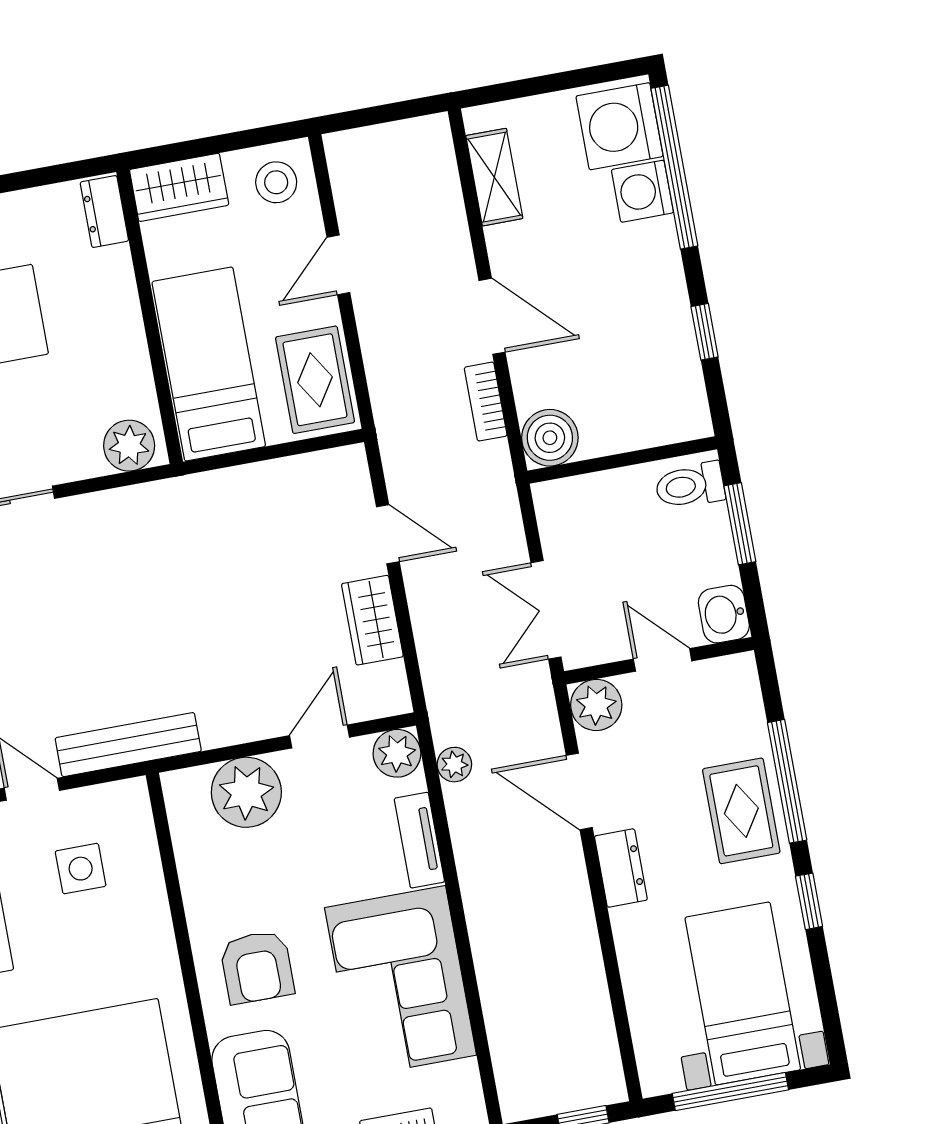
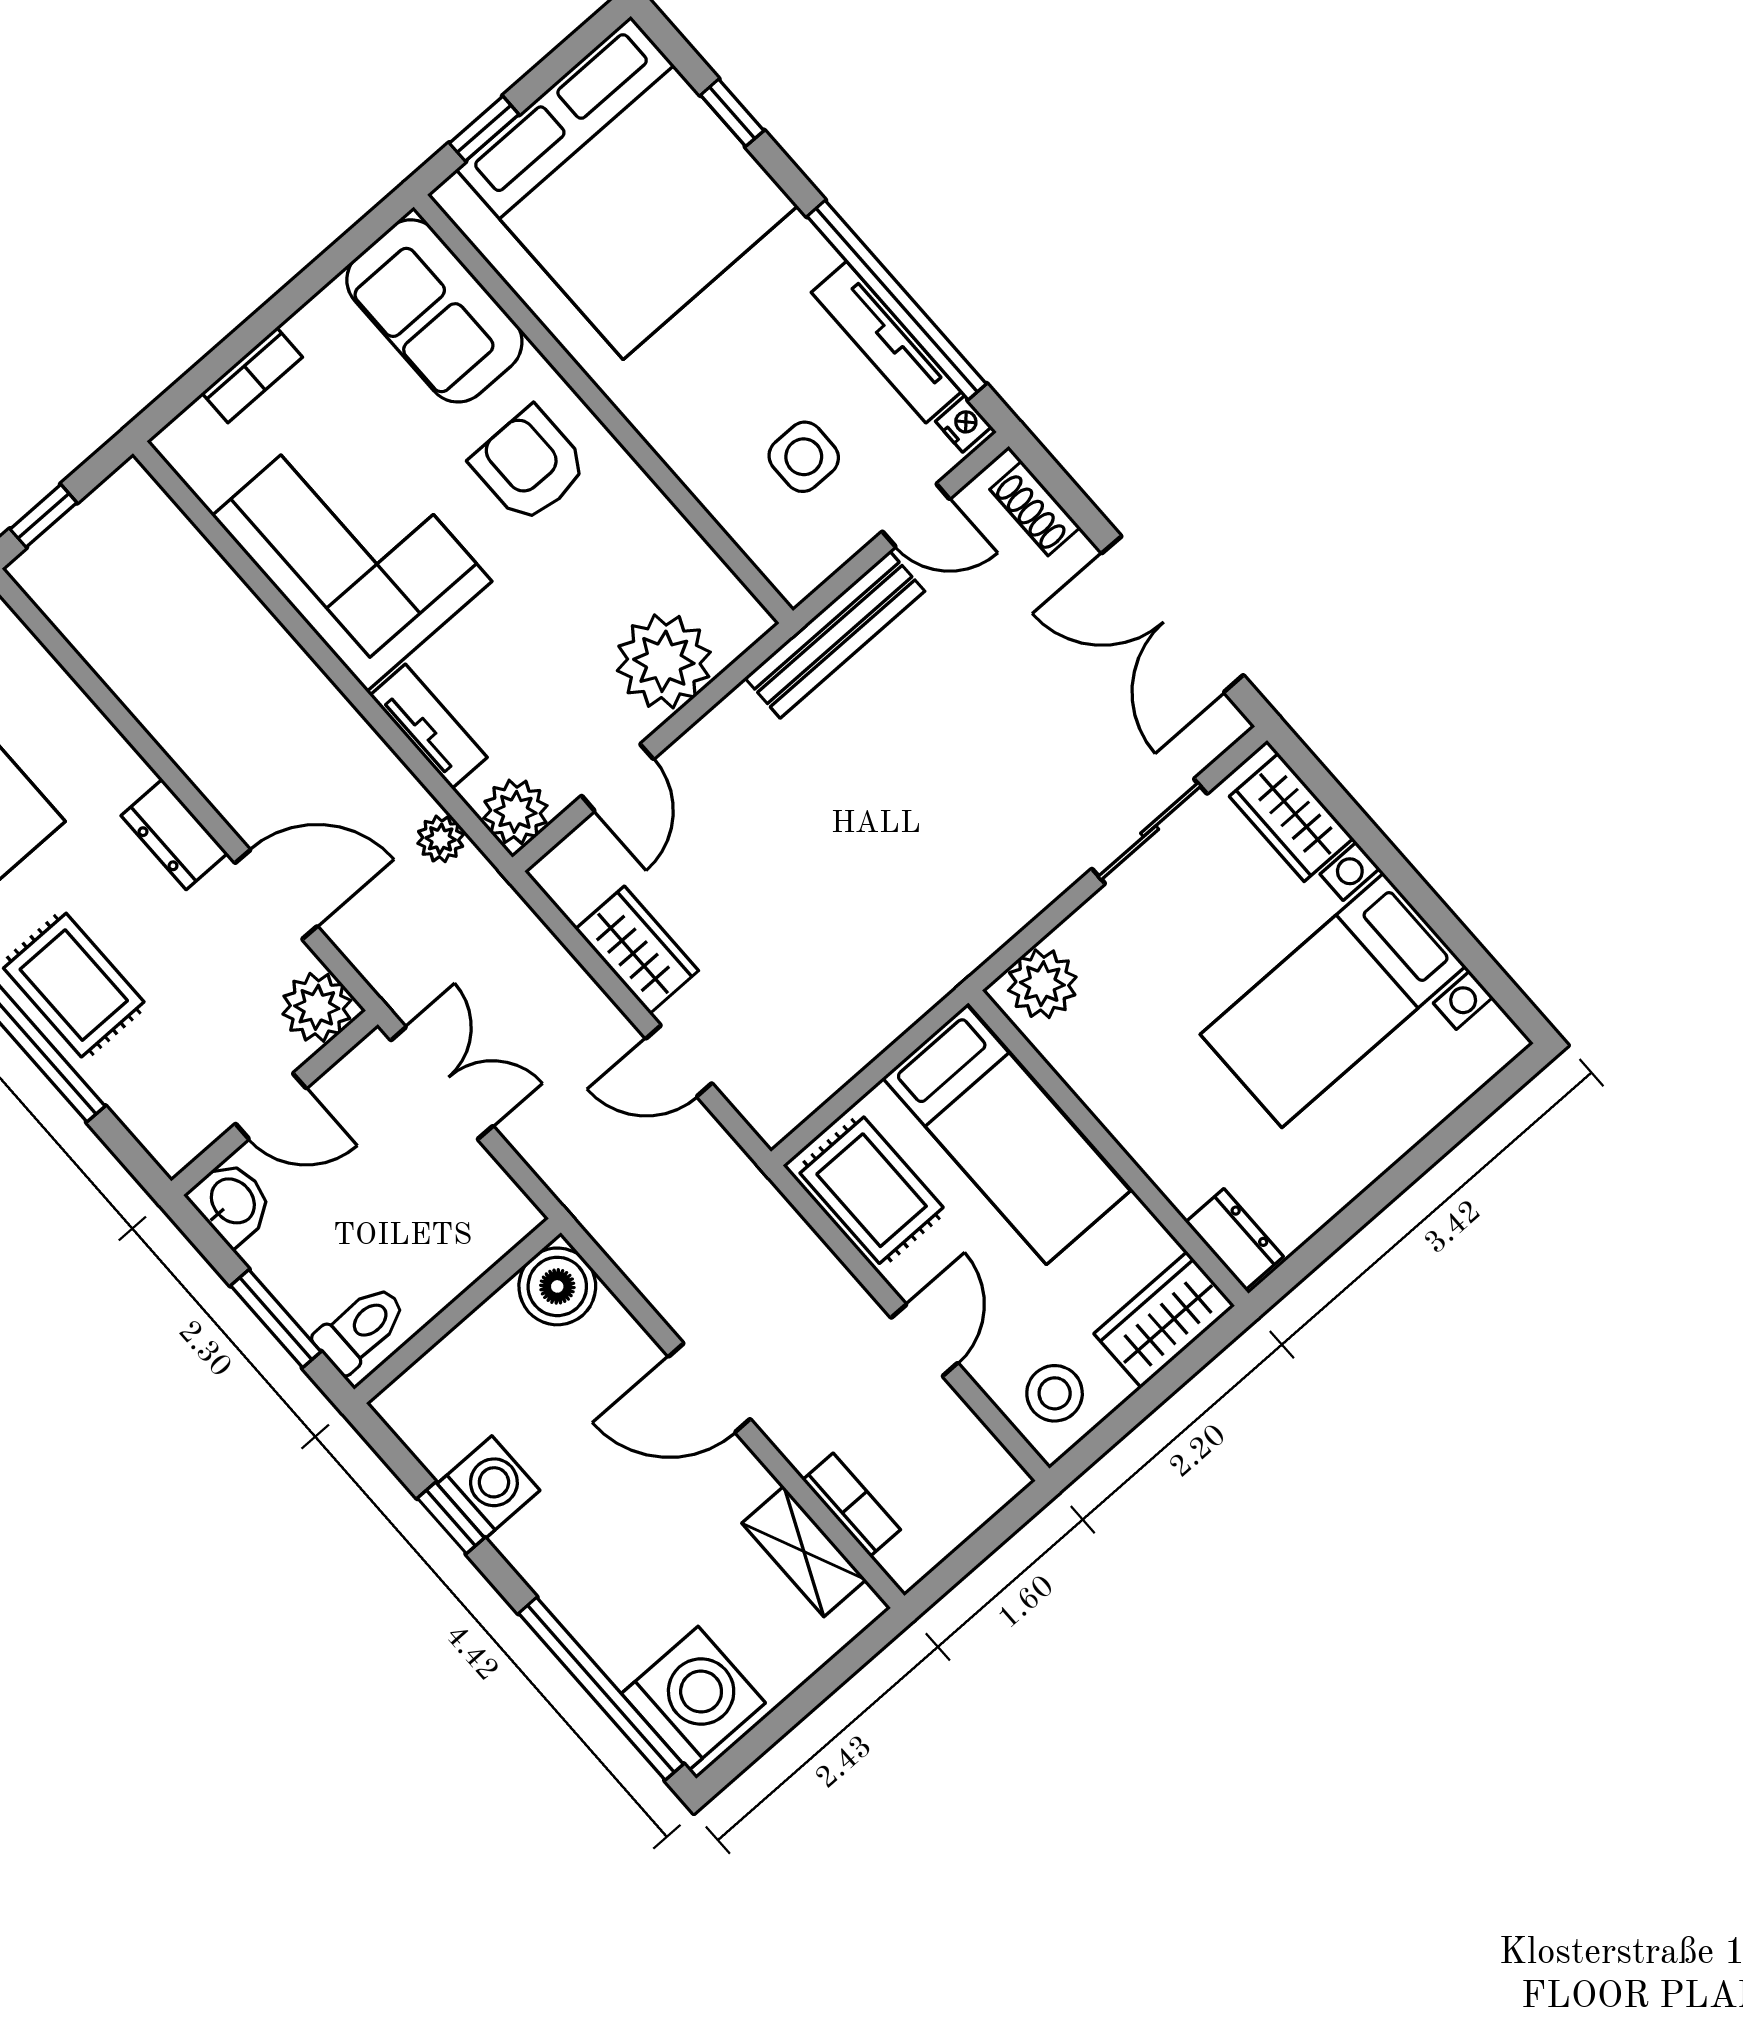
washing machine: (642, 191) -> (488, 1487), moved
bookcase: (486, 402) -> (852, 1505), moved

